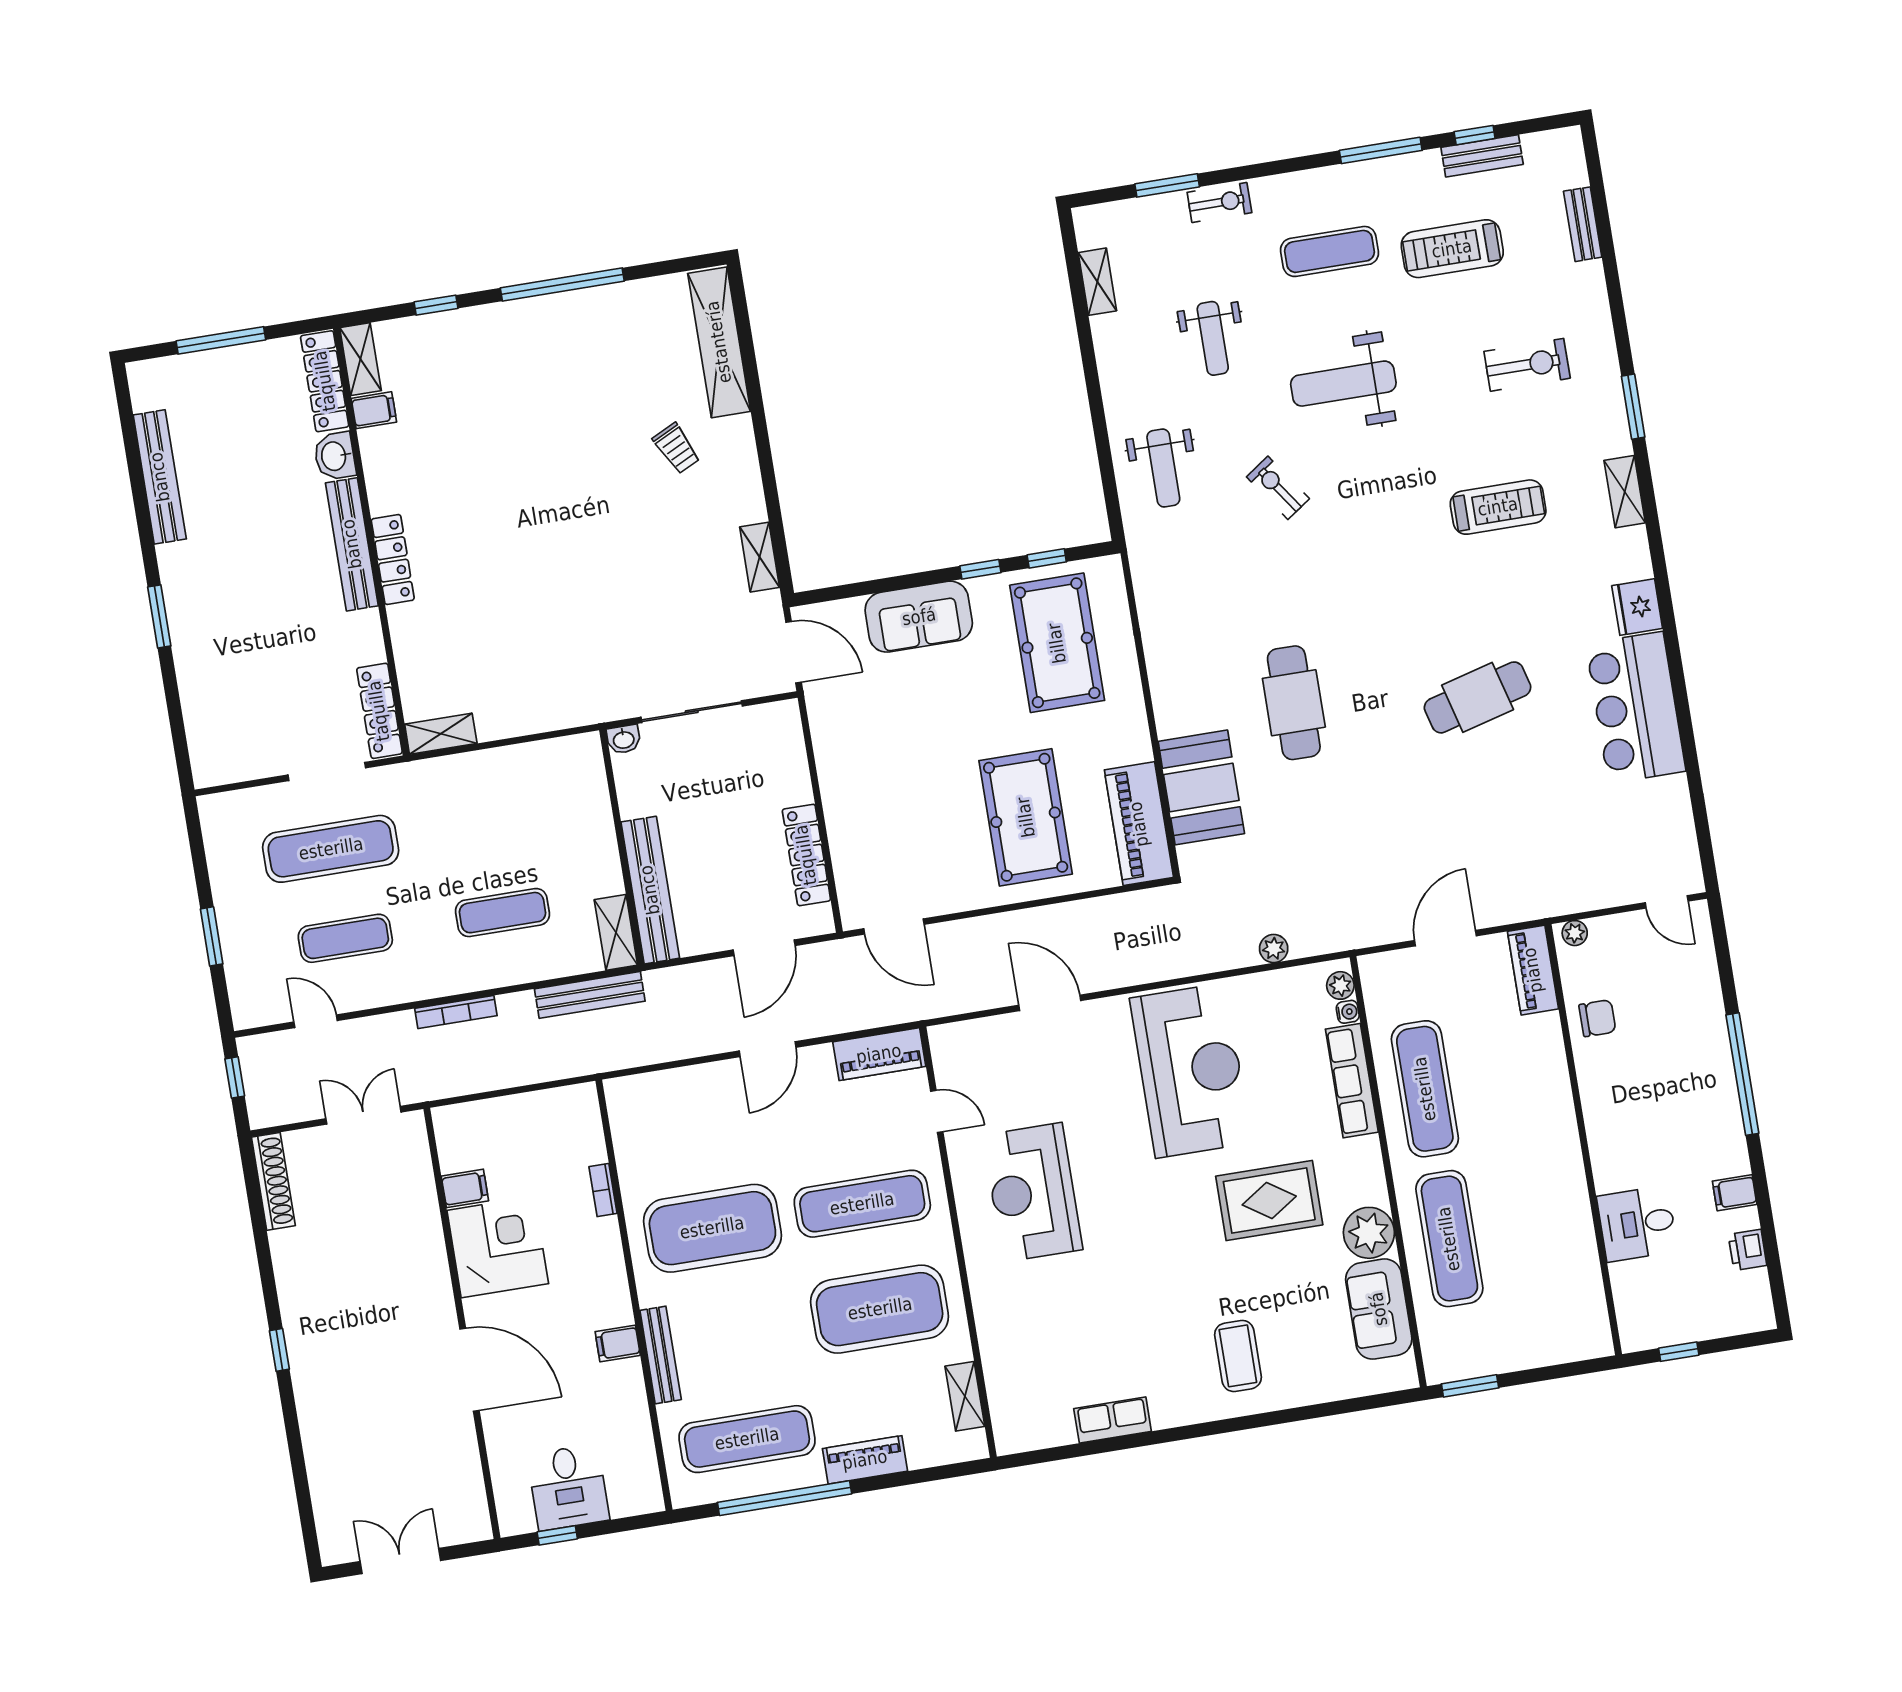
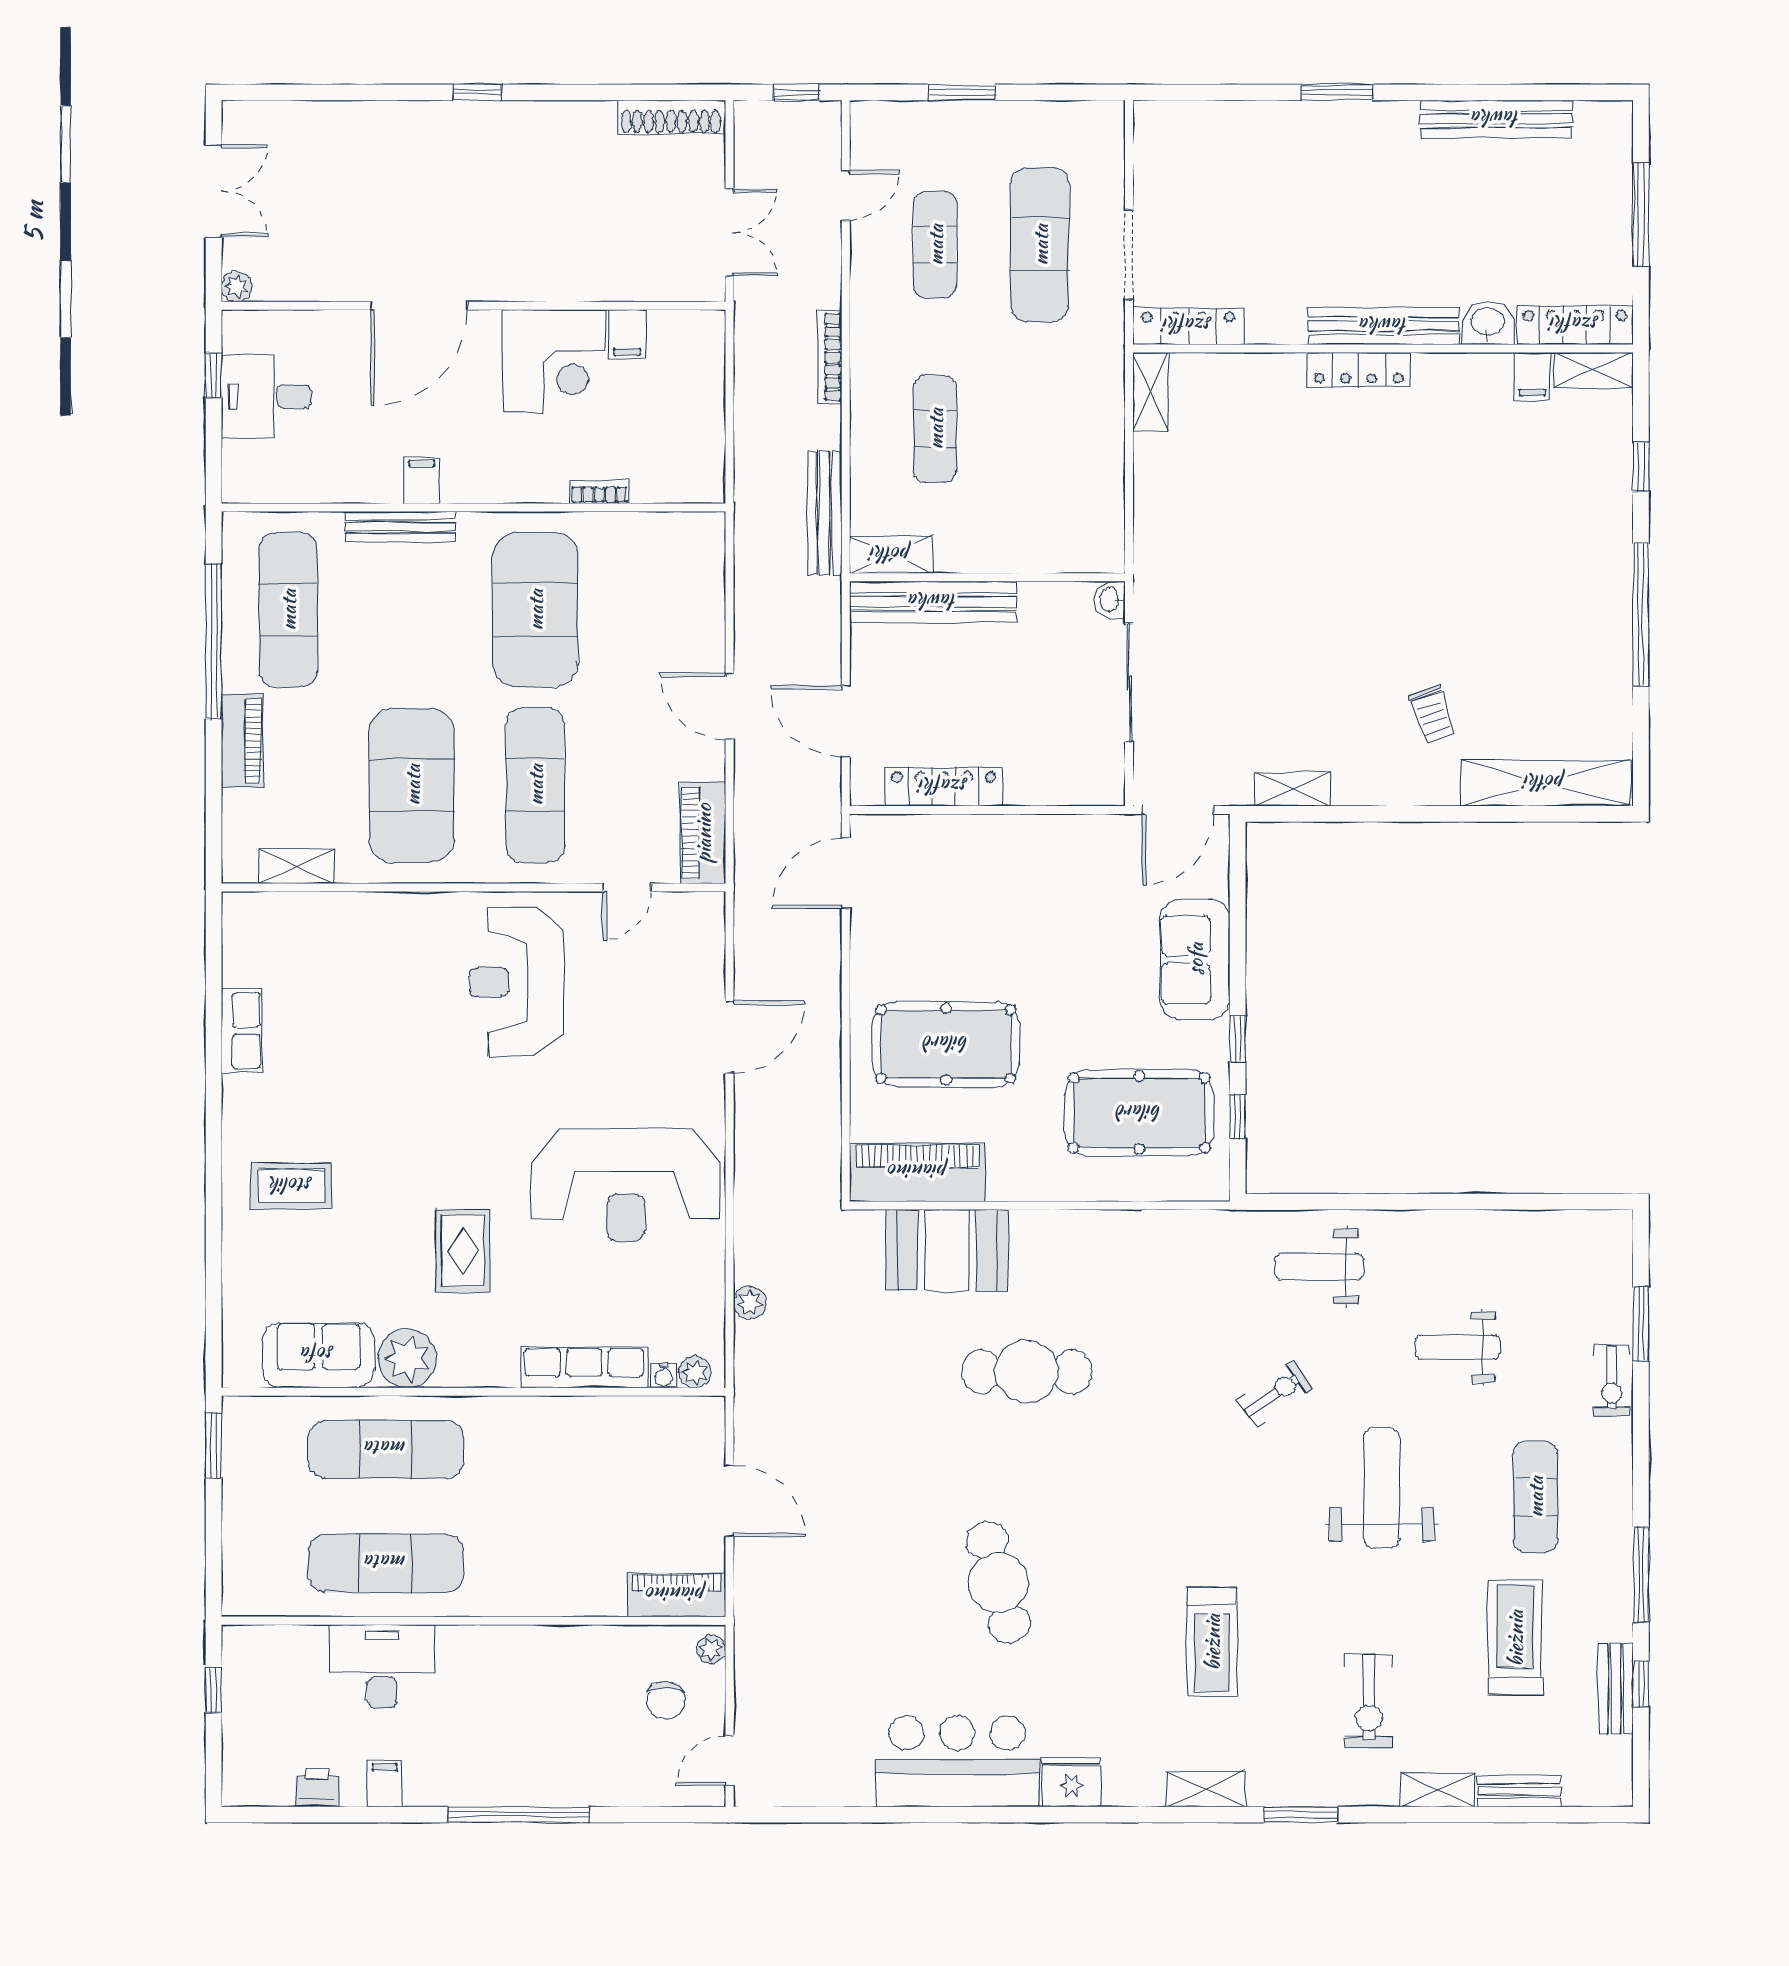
shelving: (1097, 282) -> (1438, 1790), moved
trolley: (676, 448) -> (1432, 714), turned -83
chair: (1597, 1018) -> (666, 1700), moved
exercise mat: (1425, 1089) -> (386, 1563), moved
reception desk: (1033, 1192) -> (516, 982), turned -90
rug: (1269, 1201) -> (463, 1251), width x0.73, depth x0.70
desk: (1637, 1224) -> (382, 1666), width x1.37
plant: (479, 1528) -> (237, 287), added

